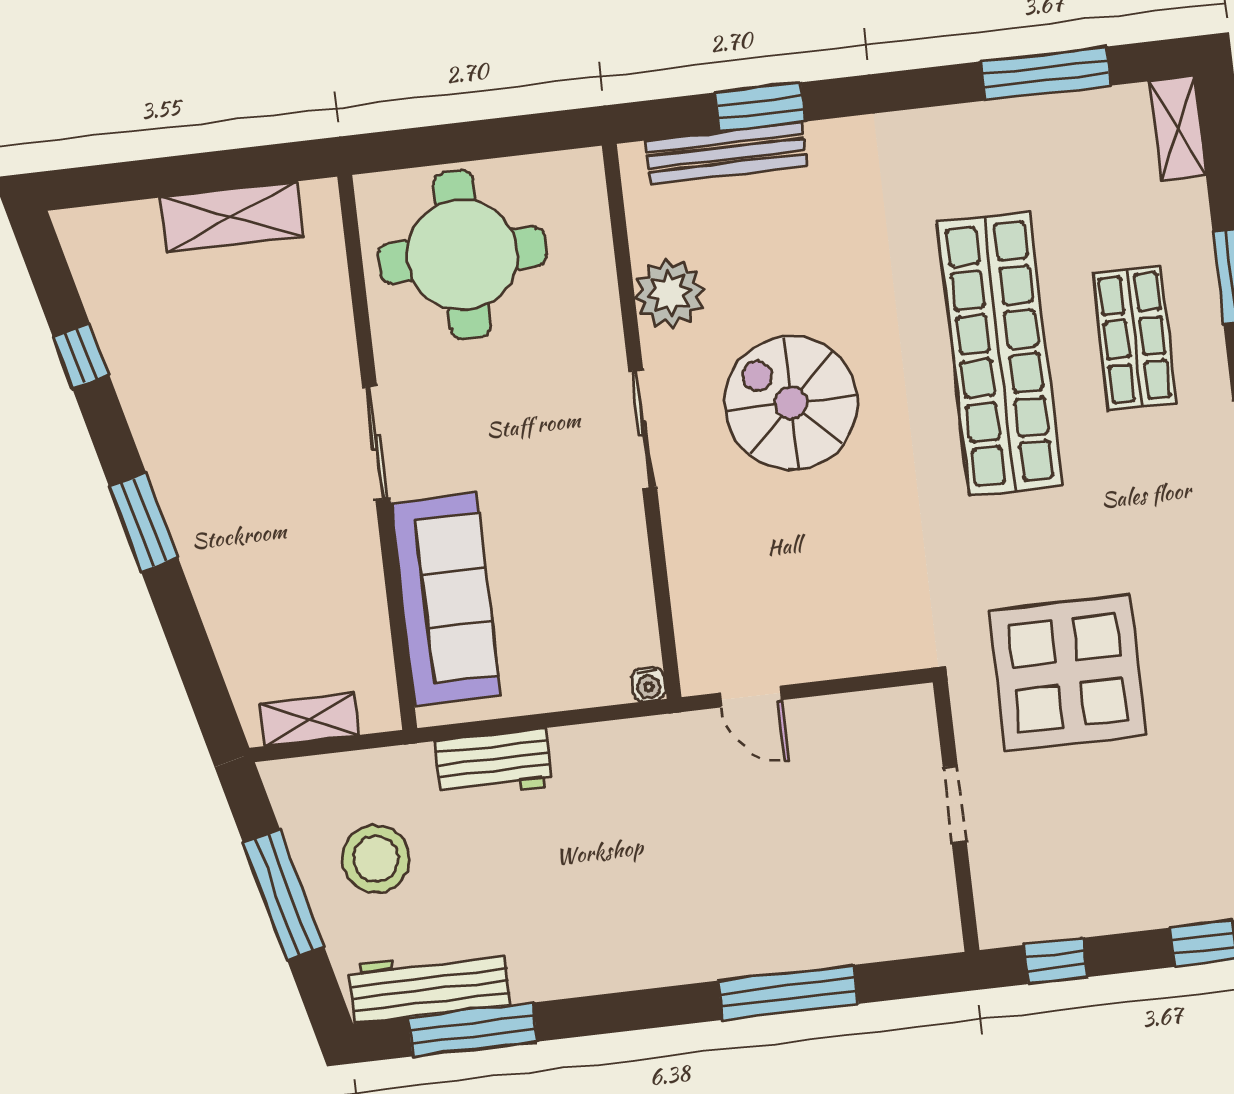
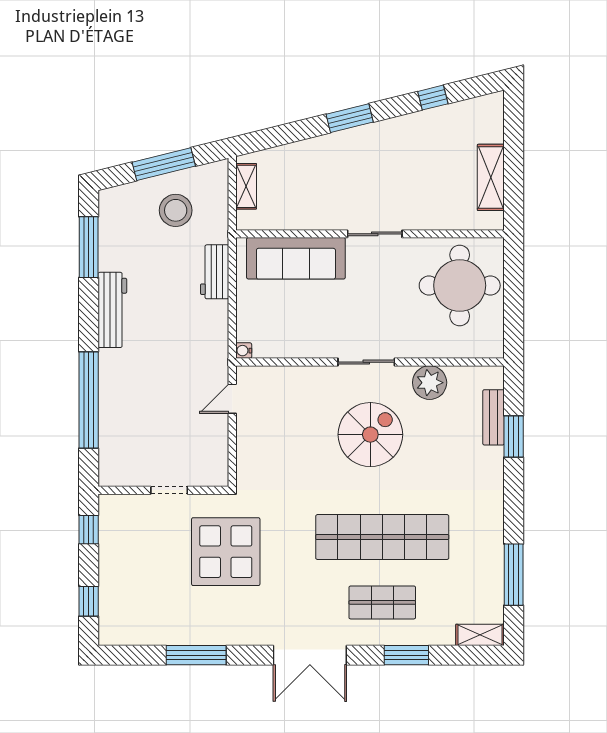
bench: (726, 153) -> (493, 417), width x0.73
workbench: (429, 985) -> (112, 310), moved
window: (788, 992) -> (89, 400), width x1.46

